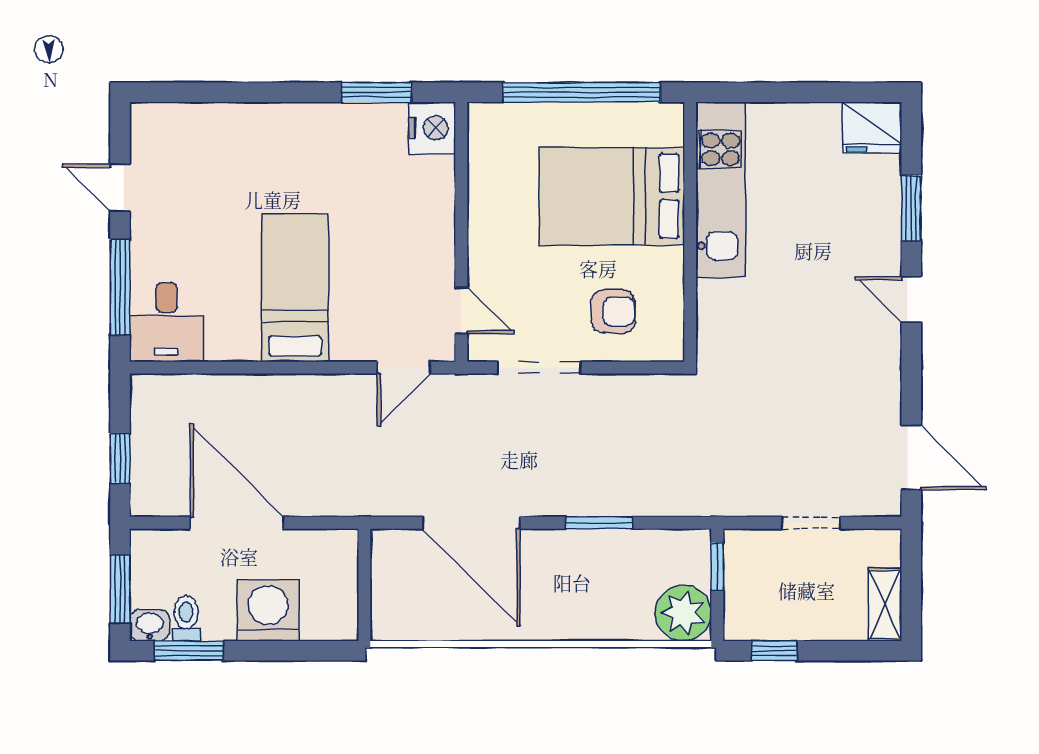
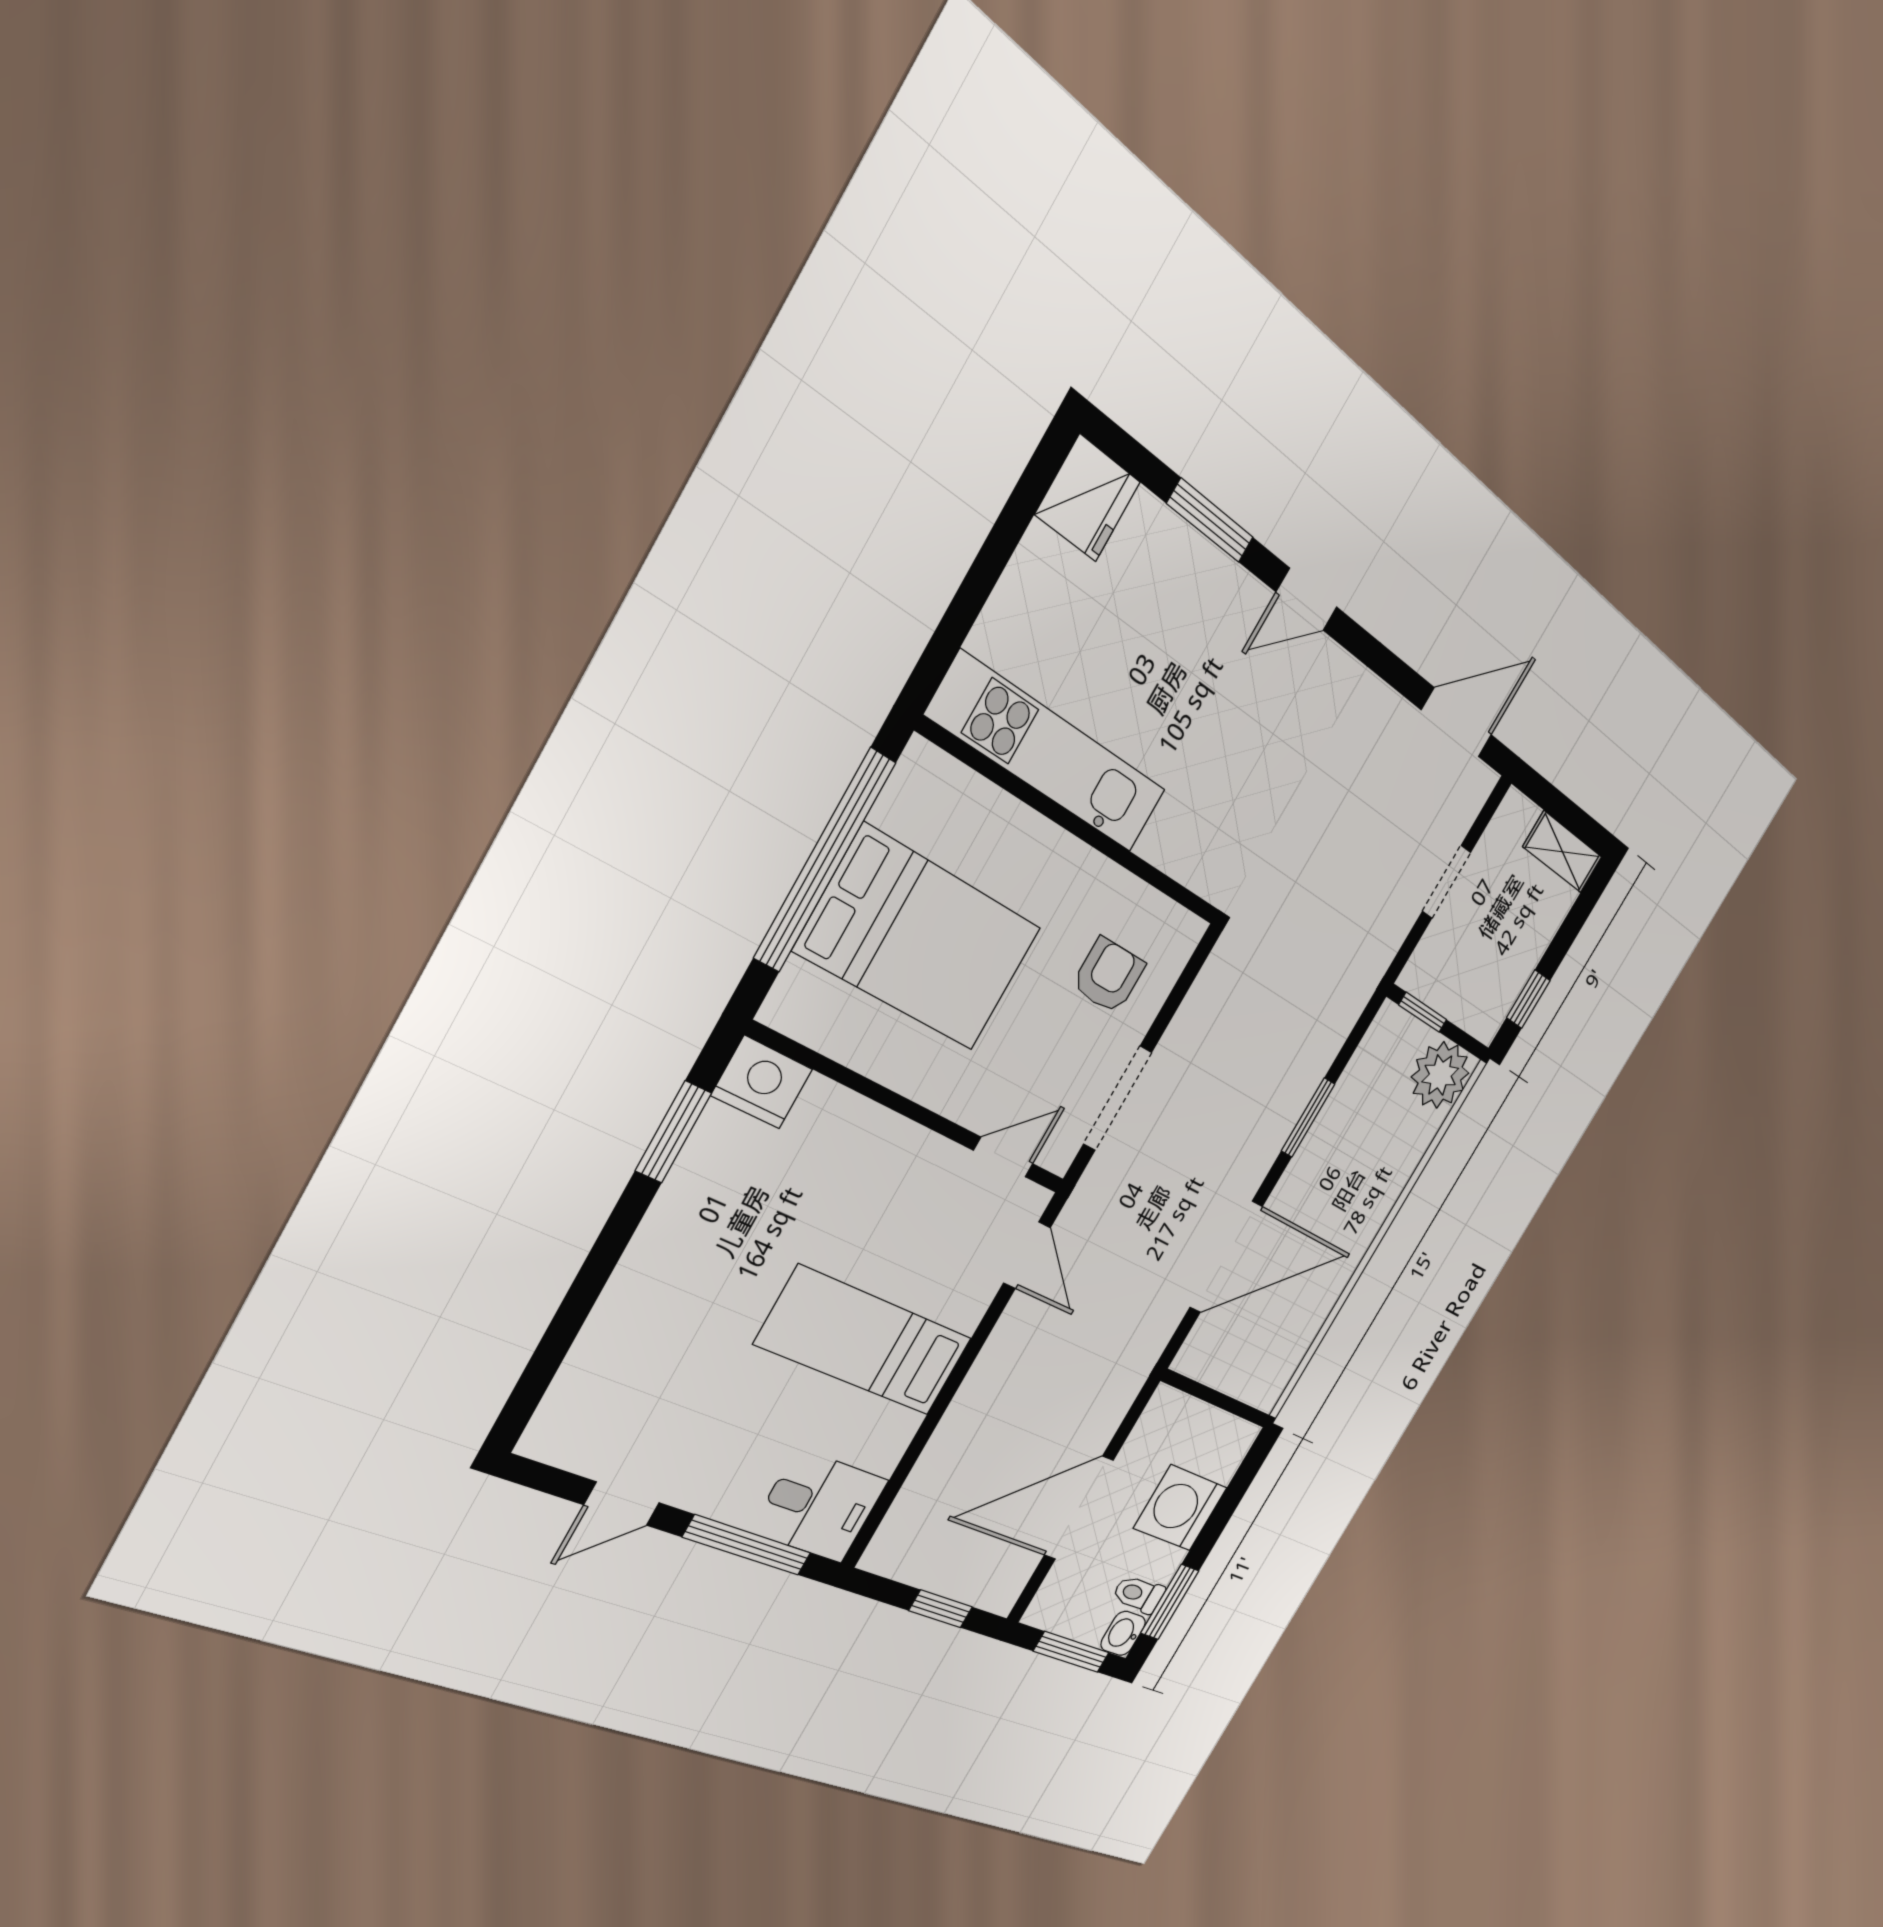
bed: (612, 196) -> (919, 939), moved, turned -90

